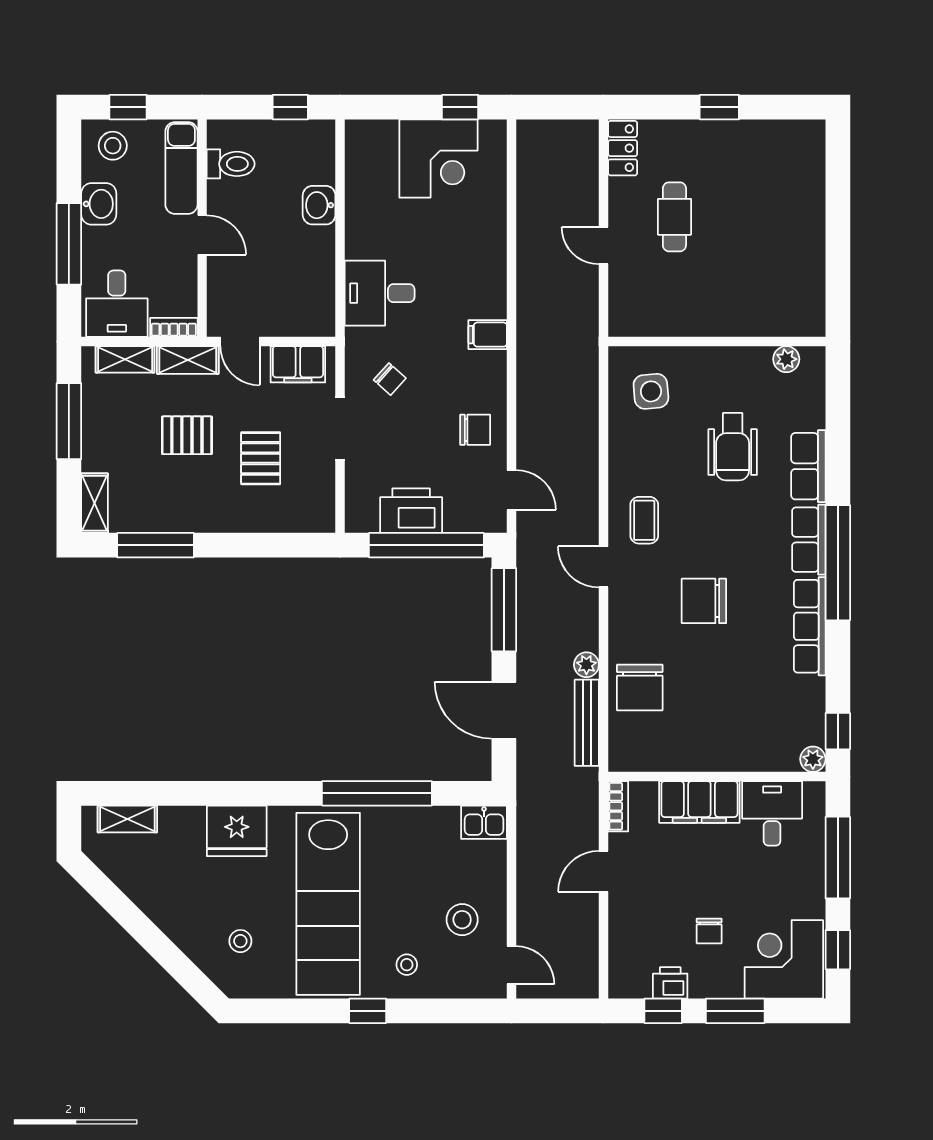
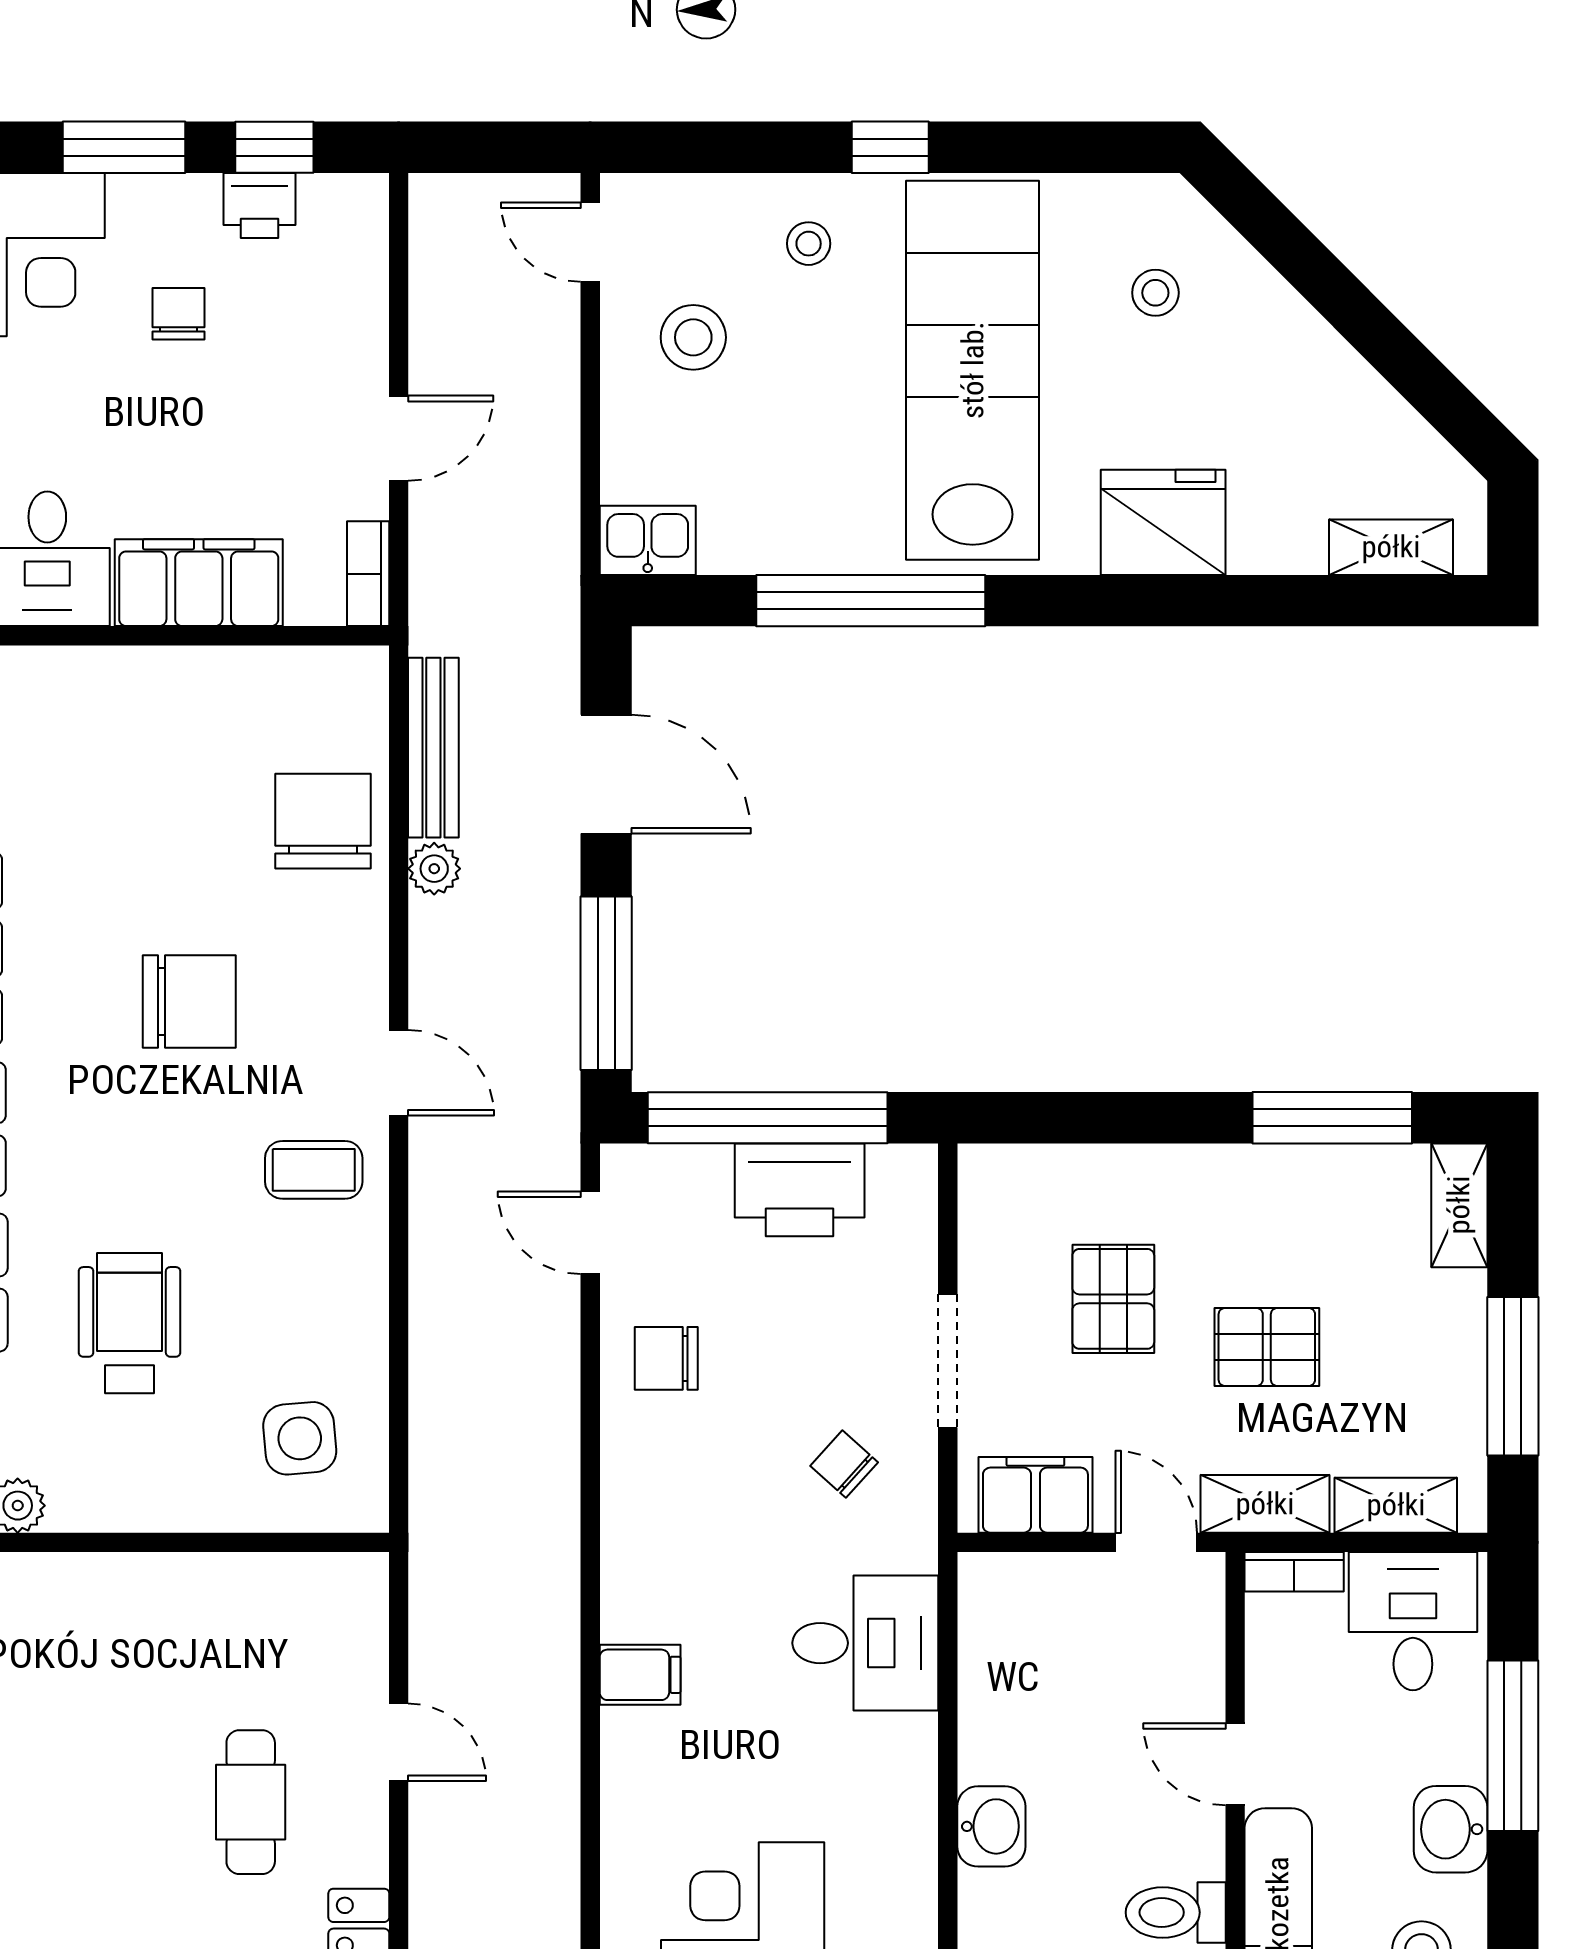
filing cabinet: (488, 335) -> (640, 1675), moved
coffee table: (644, 520) -> (314, 1170), turned 90

